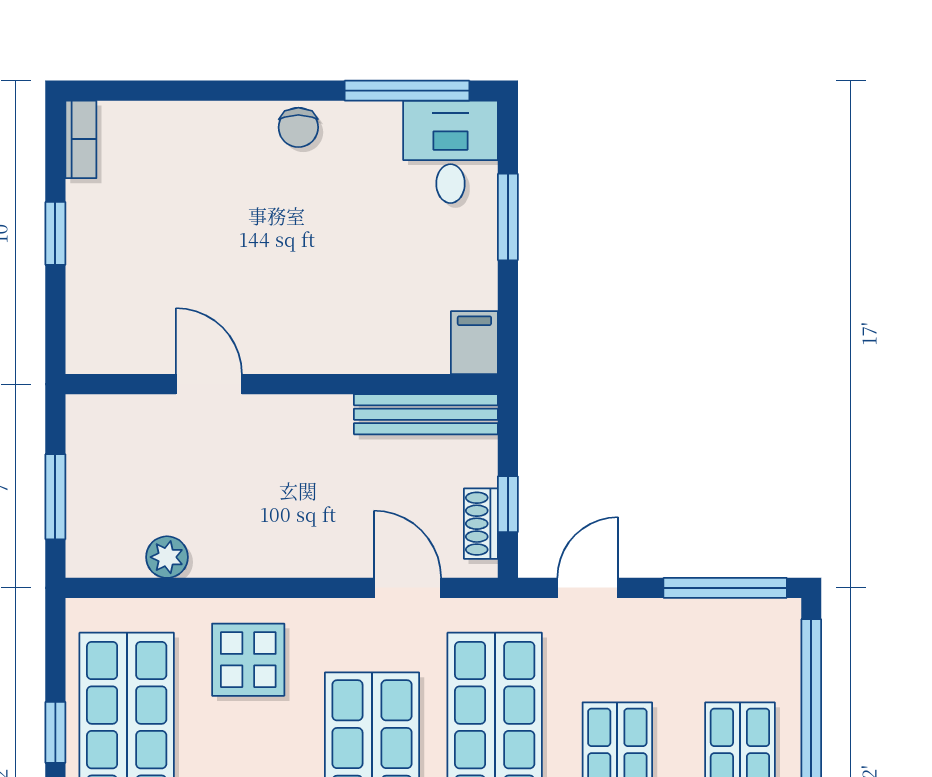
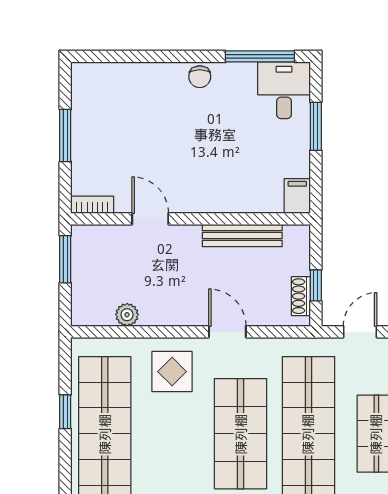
bookcase: (81, 139) -> (92, 205), moved, turned -90
window: (55, 233) -> (65, 135), width x1.50
bench: (426, 414) -> (242, 236), moved
window: (55, 497) -> (65, 259), moved
door: (407, 588) -> (227, 332), moved

